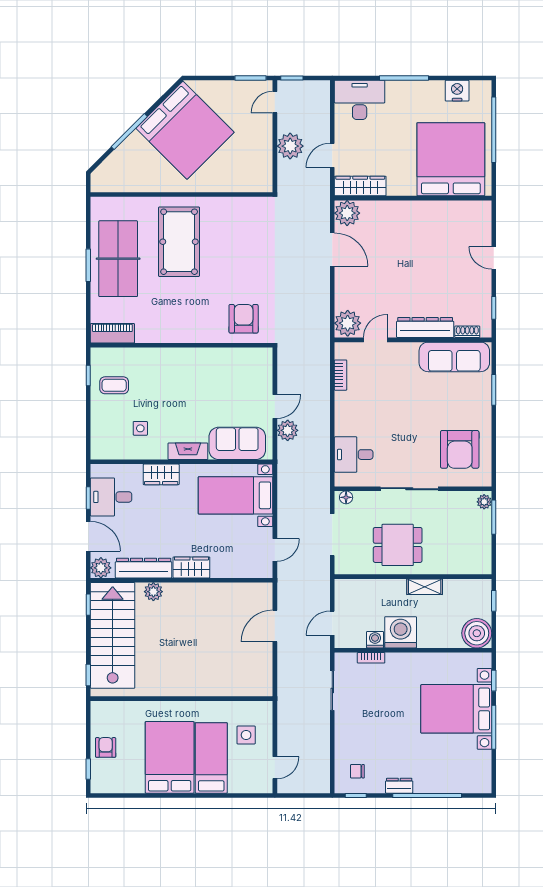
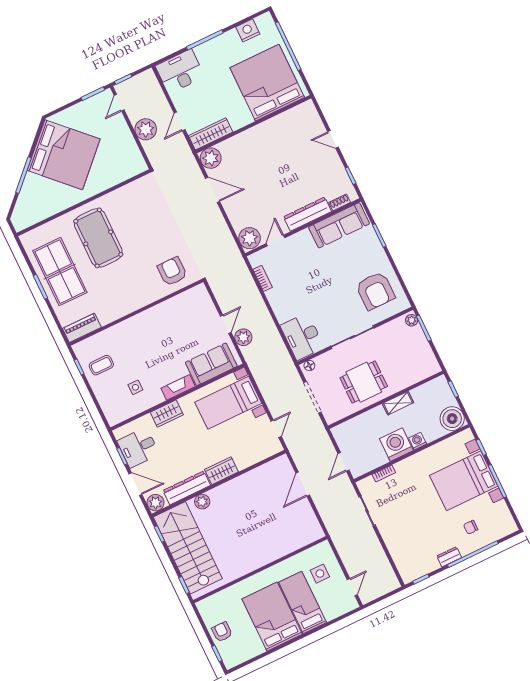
desk: (354, 455) -> (302, 336), width x1.37
washing machine: (375, 640) -> (418, 441), moved
chair: (357, 771) -> (471, 527), moved

